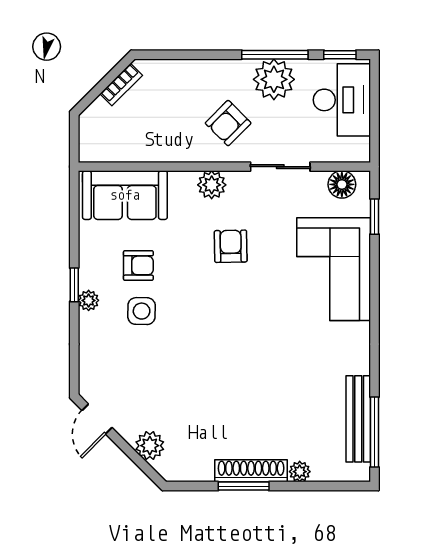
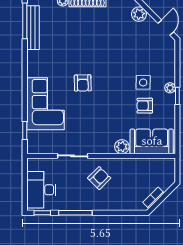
plant: (274, 79) -> (76, 200), removed
floor lamp: (342, 184) -> (41, 147), removed
plant: (212, 185) -> (122, 147), moved
armchair: (231, 246) -> (83, 83), moved

